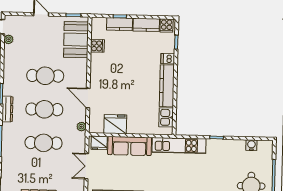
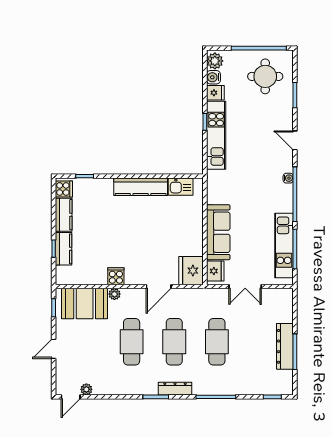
cooker: (97, 46) -> (116, 276), moved
dishwasher: (168, 59) -> (106, 186), removed
fridge: (115, 124) -> (191, 271), moved
plant: (81, 127) -> (114, 294), moved
kitchen unit: (179, 146) -> (216, 135), moved
fridge: (239, 146) -> (215, 93), added
plant: (264, 147) -> (215, 61), added

